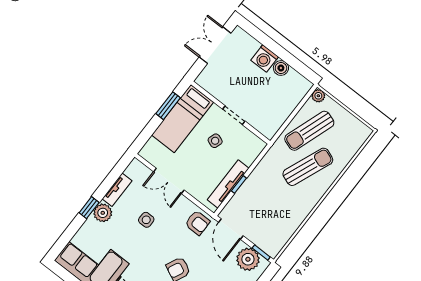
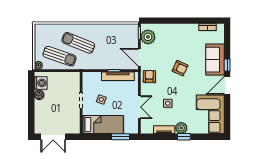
washing machine: (265, 58) -> (41, 83), moved
window: (168, 106) -> (120, 137), moved
door: (231, 229) -> (139, 57), swing flipped

